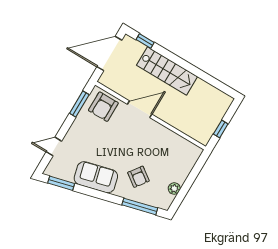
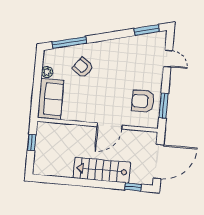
armchair: (103, 107) -> (143, 101), moved, turned -90
door: (54, 147) -> (168, 59), hinge flipped
sofa: (96, 177) -> (51, 99), moved, turned -76

